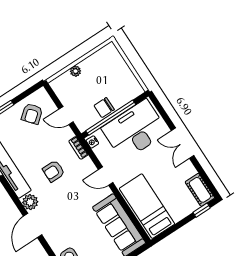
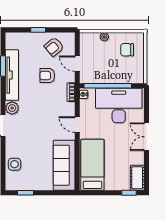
chair: (104, 108) -> (127, 50), moved
armchair: (54, 171) -> (47, 76), moved

